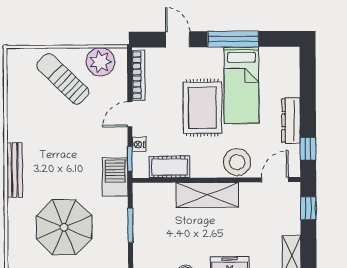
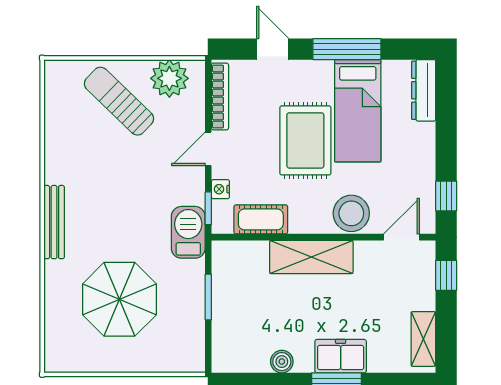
dresser: (291, 121) -> (424, 90), moved

